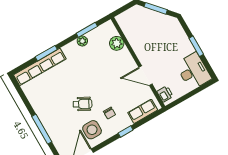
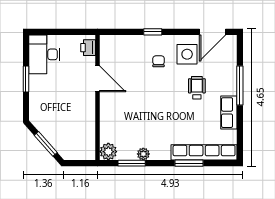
plant: (117, 43) -> (108, 152), moved
wheelchair: (82, 104) -> (197, 88), moved, turned 62
row of seats: (143, 111) -> (229, 113), moved, turned 90

